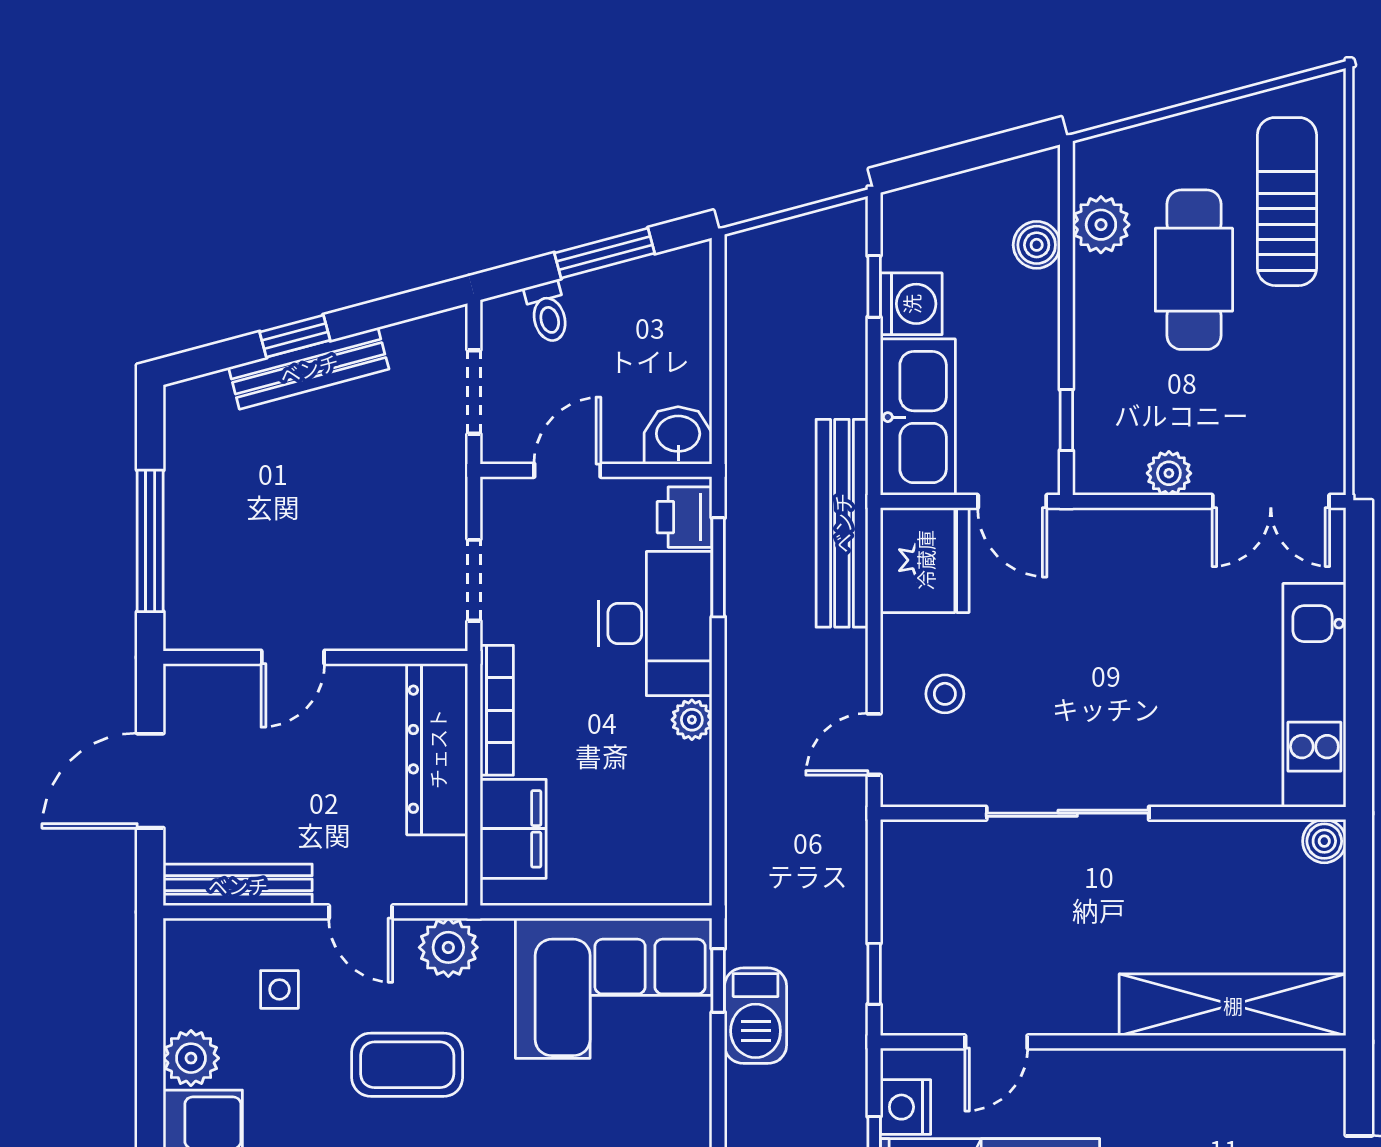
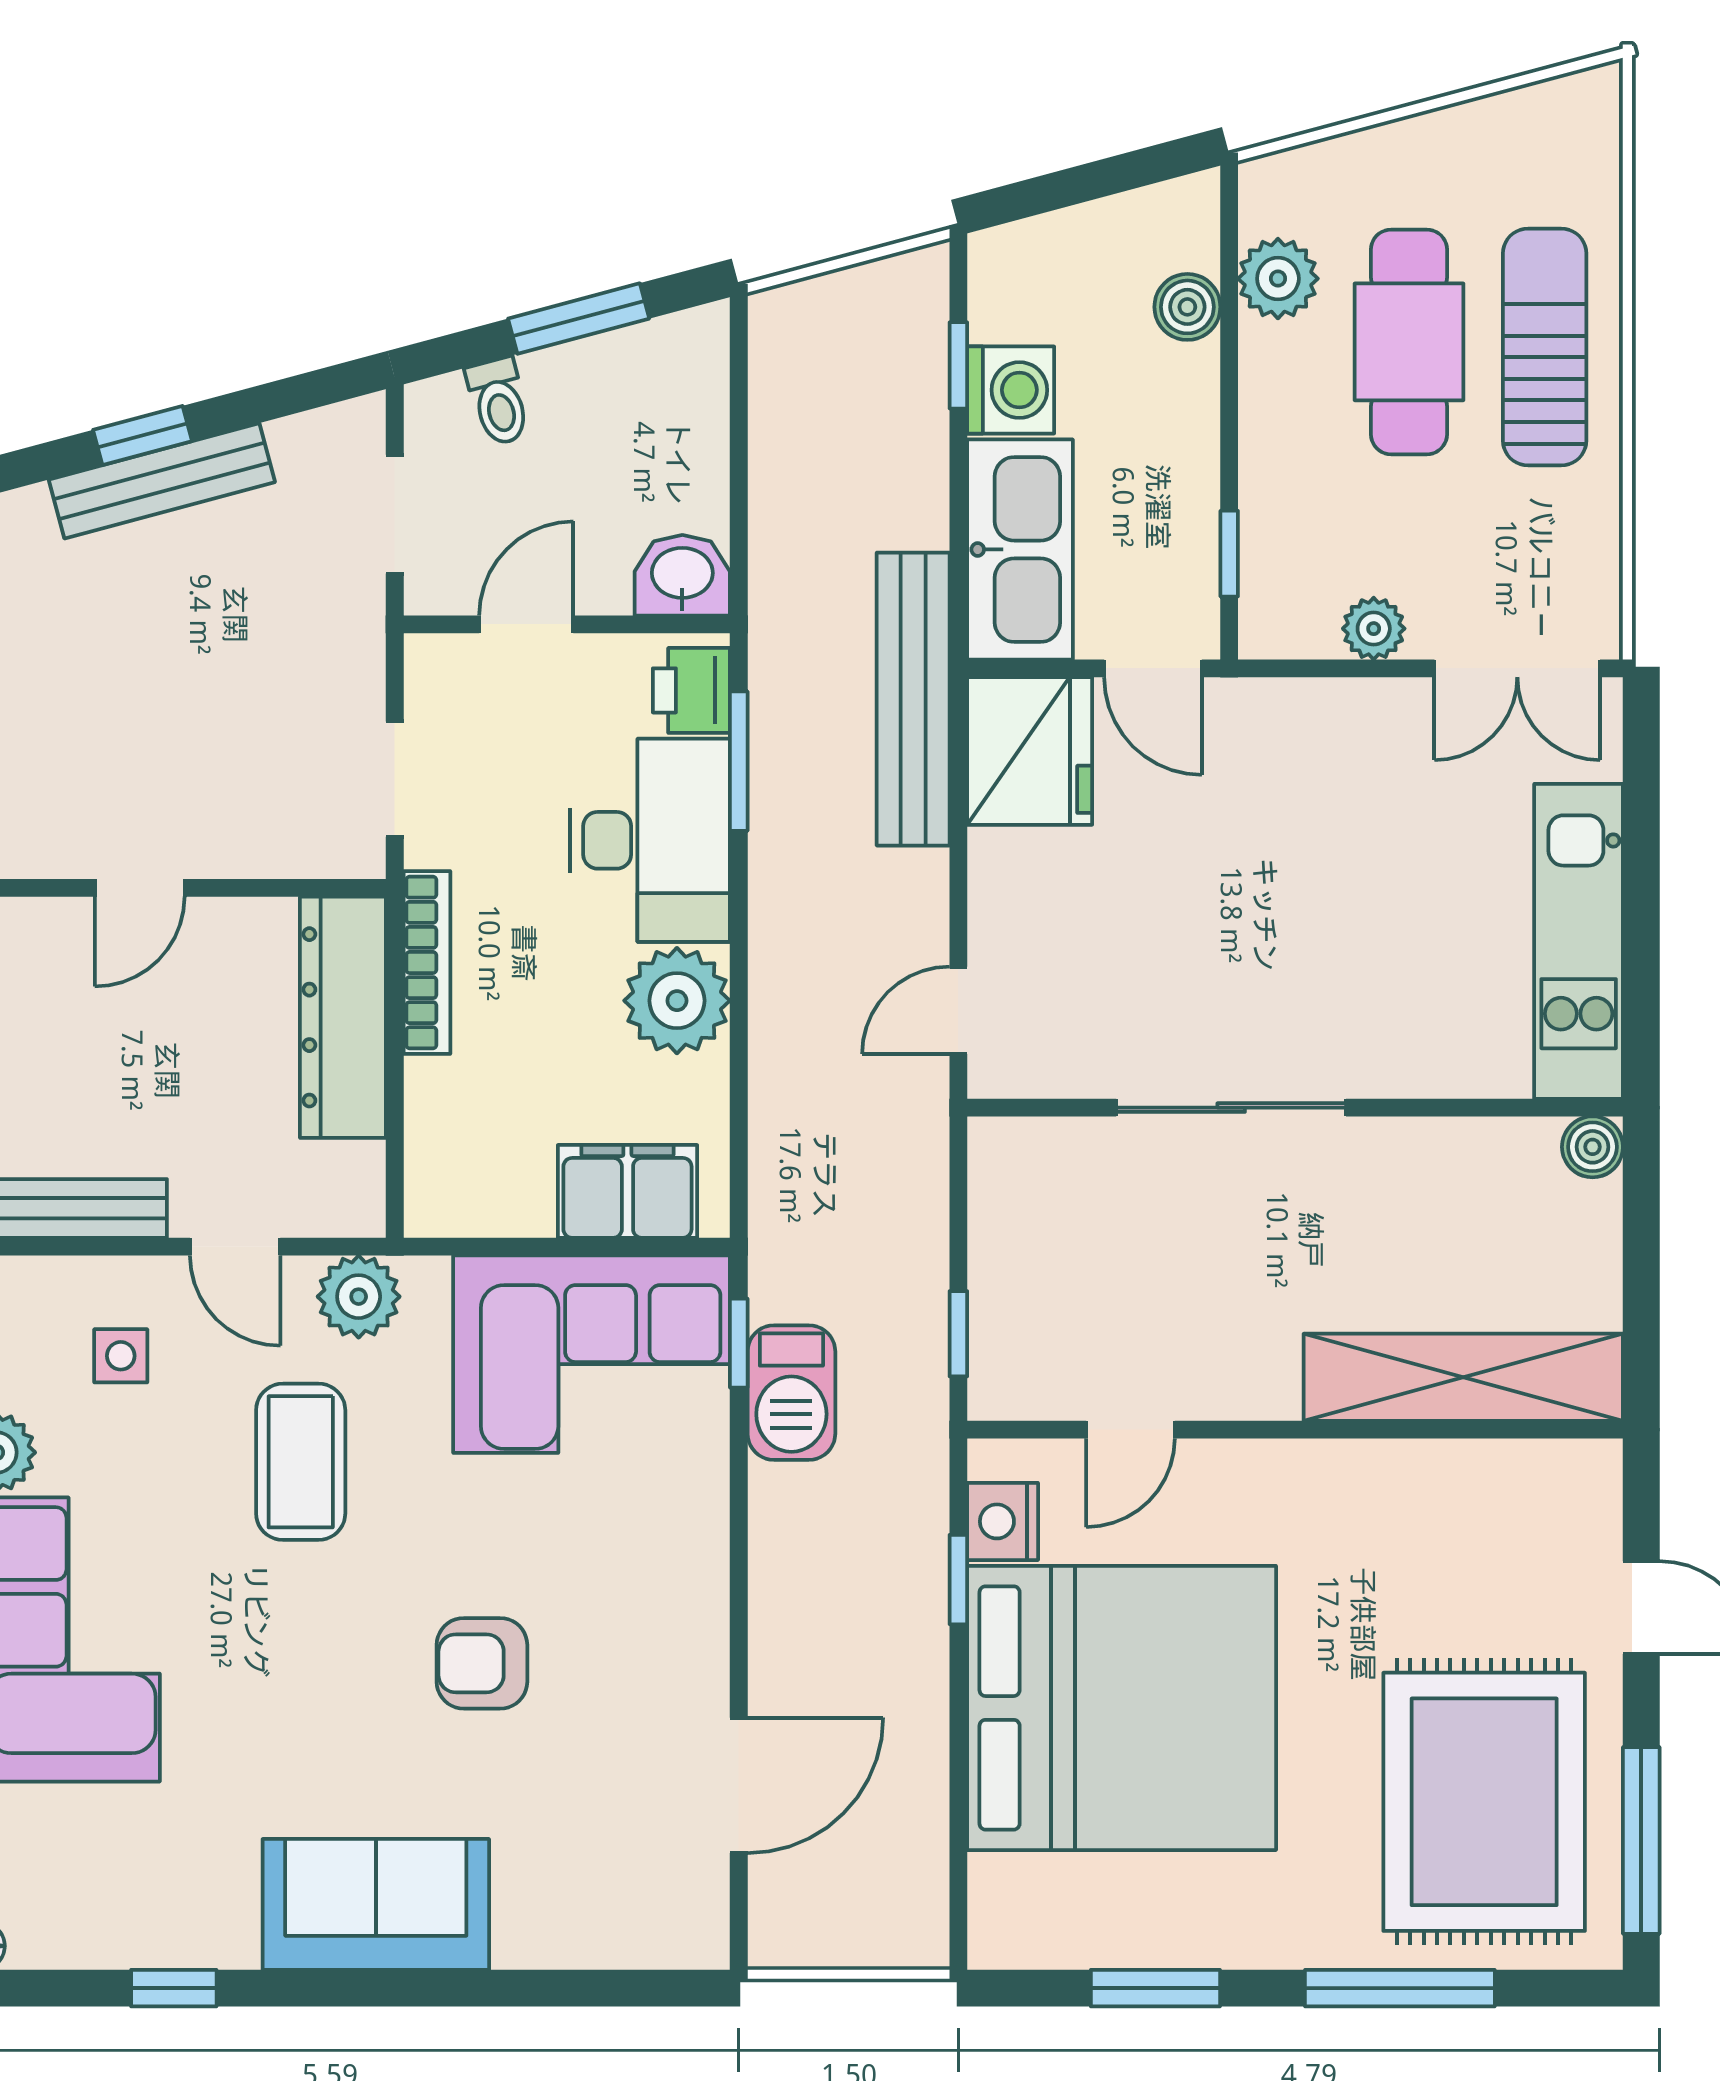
sun lounger: (1287, 202) -> (1545, 347), moved
stool: (945, 694) -> (1058, 939), removed
plant: (692, 720) -> (677, 1001), width x1.88, depth x1.88
filing cabinet: (513, 829) -> (627, 1191), moved, turned -90
coffee table: (407, 1065) -> (301, 1462), turned 90

